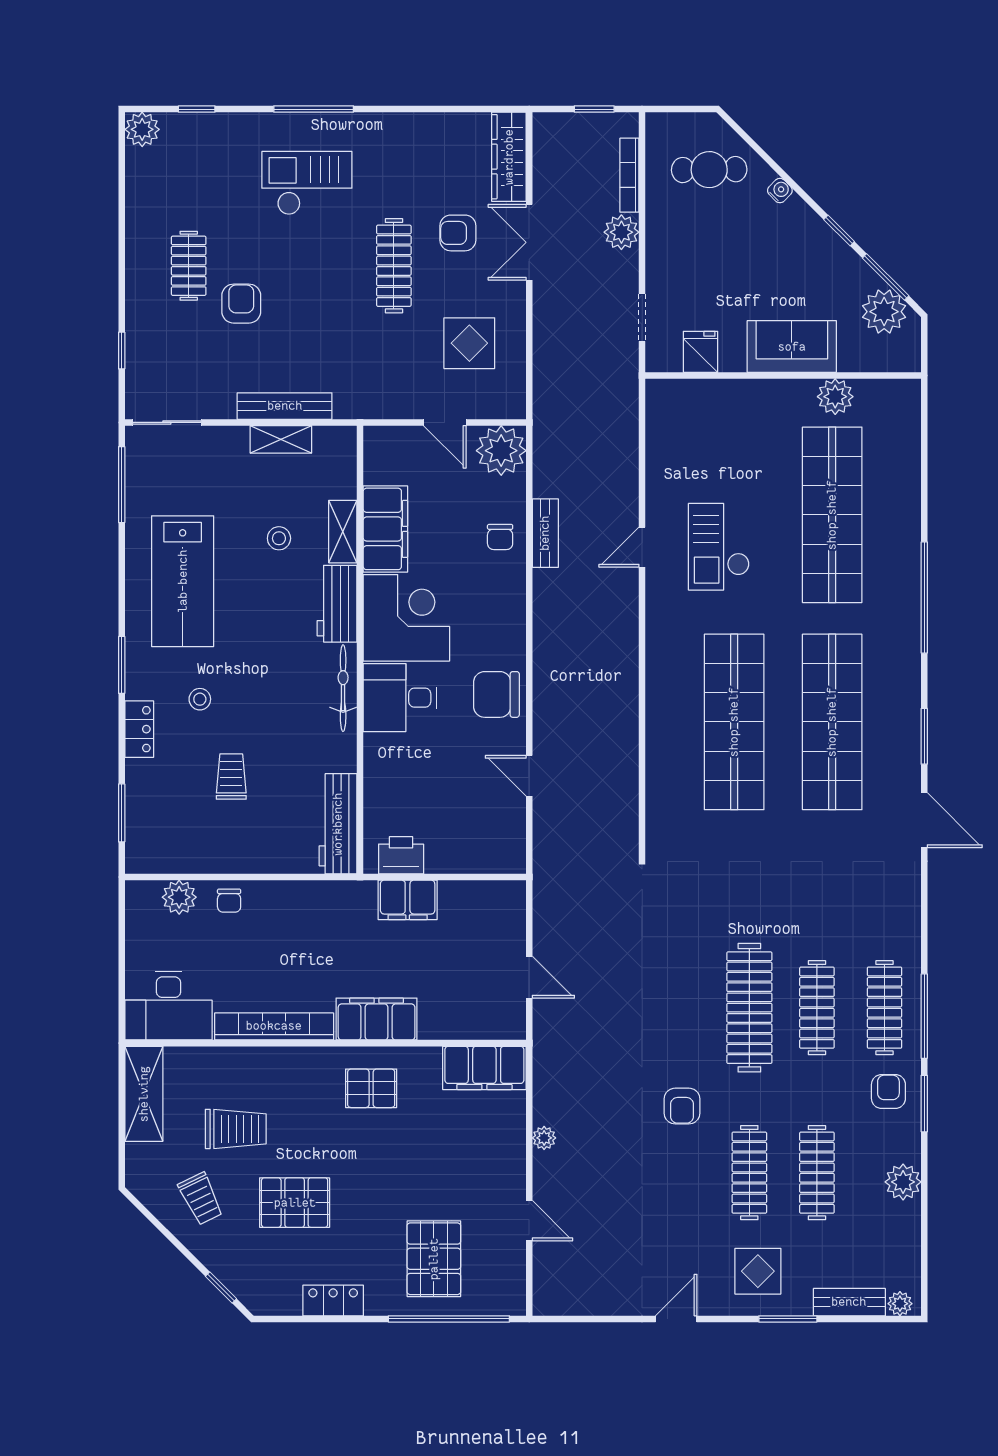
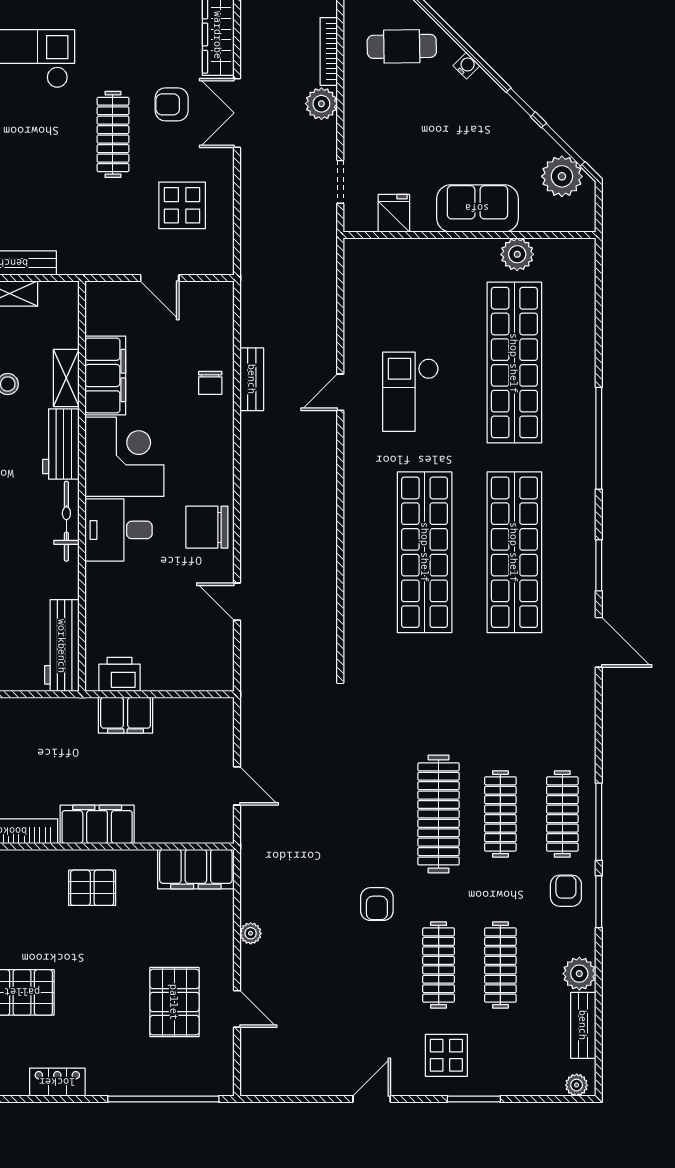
plant: (501, 451) -> (211, 304), removed
pallet: (434, 1259) -> (174, 1002), moved
bench: (849, 1302) -> (583, 1025), moved, turned 90

